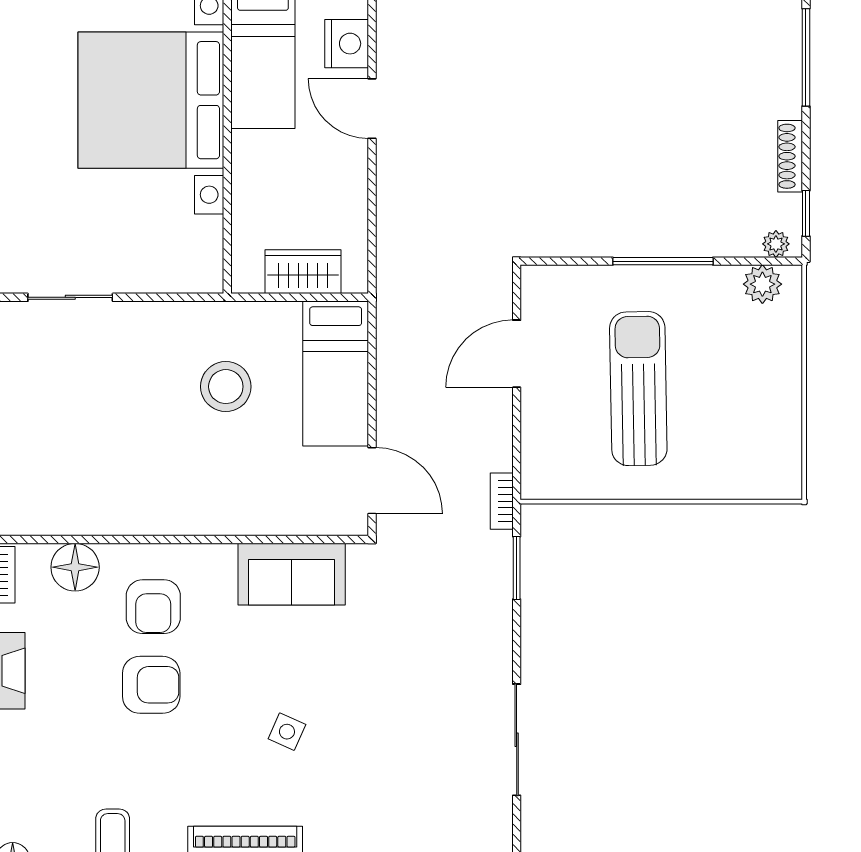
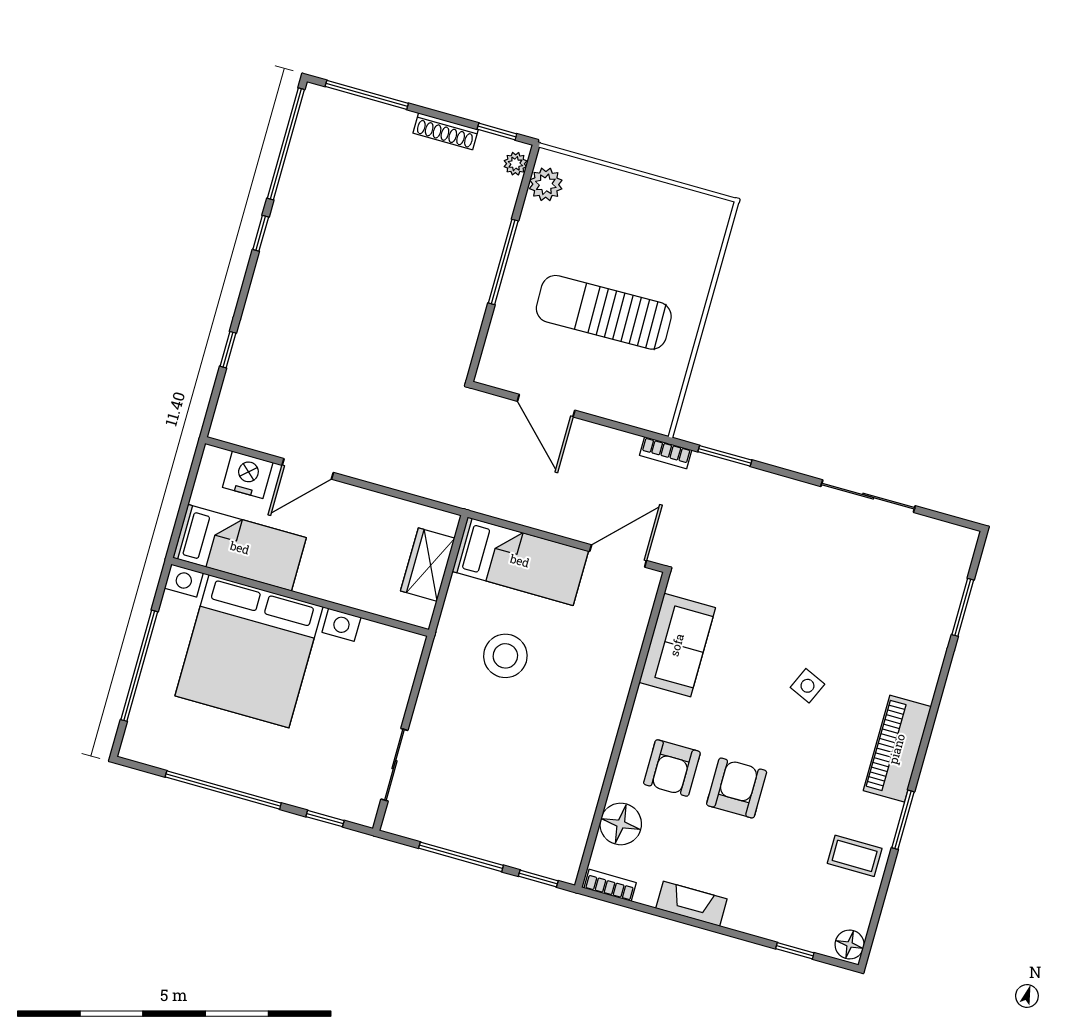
armchair: (153, 607) -> (672, 768), turned 90

